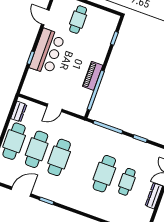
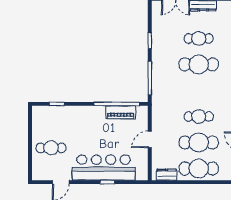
bar counter: (47, 52) -> (103, 168), width x1.36
piano: (93, 76) -> (121, 112), moved
door: (55, 108) -> (150, 139), swing flipped
cafe table: (59, 157) -> (199, 116), width x0.73, depth x0.74

